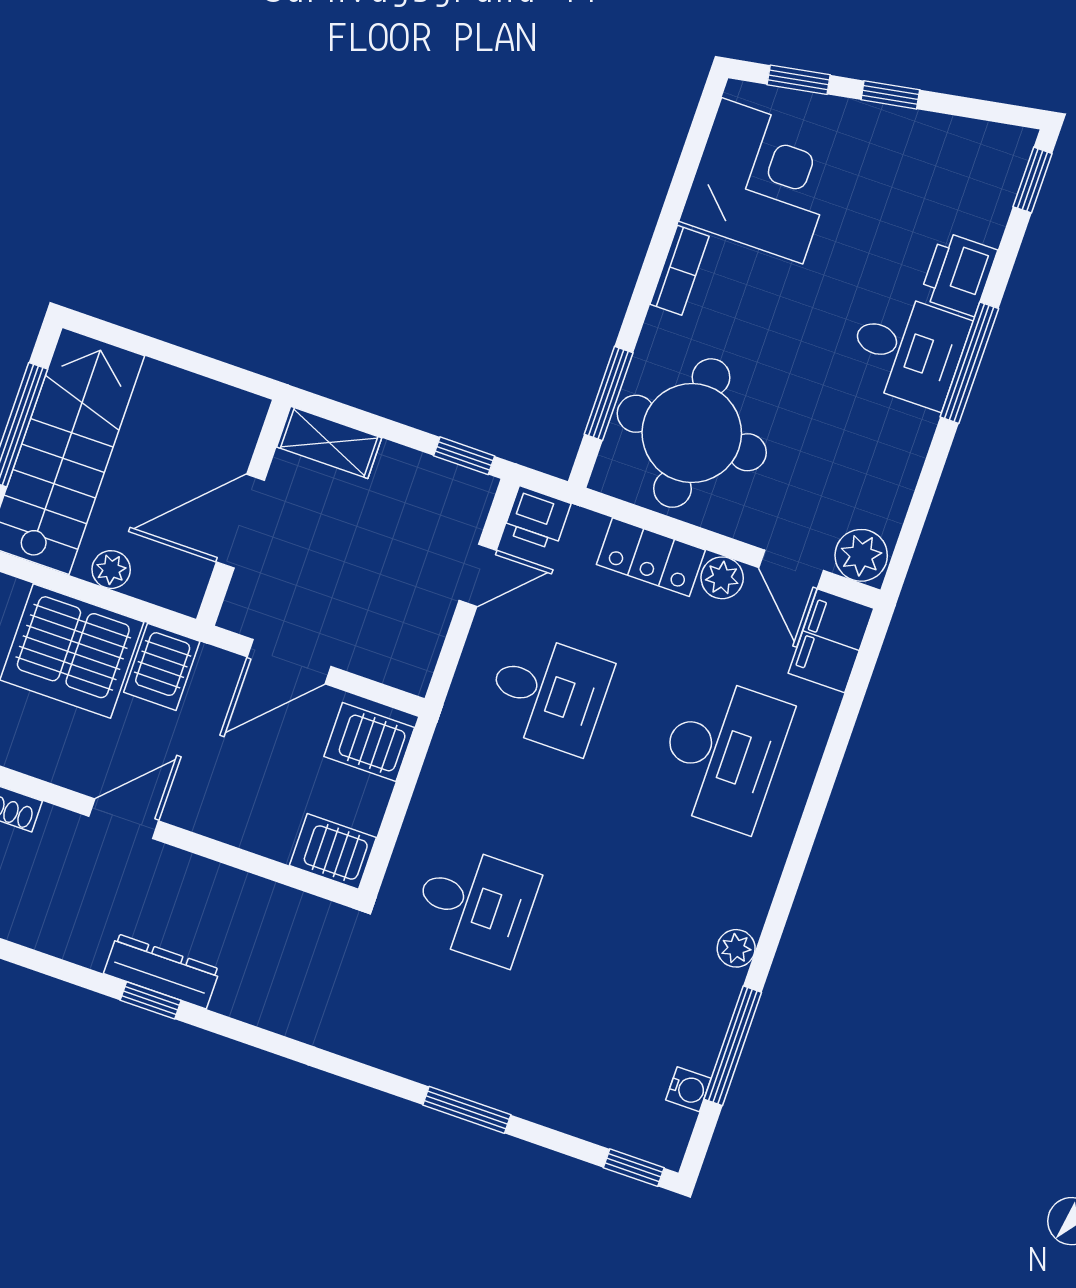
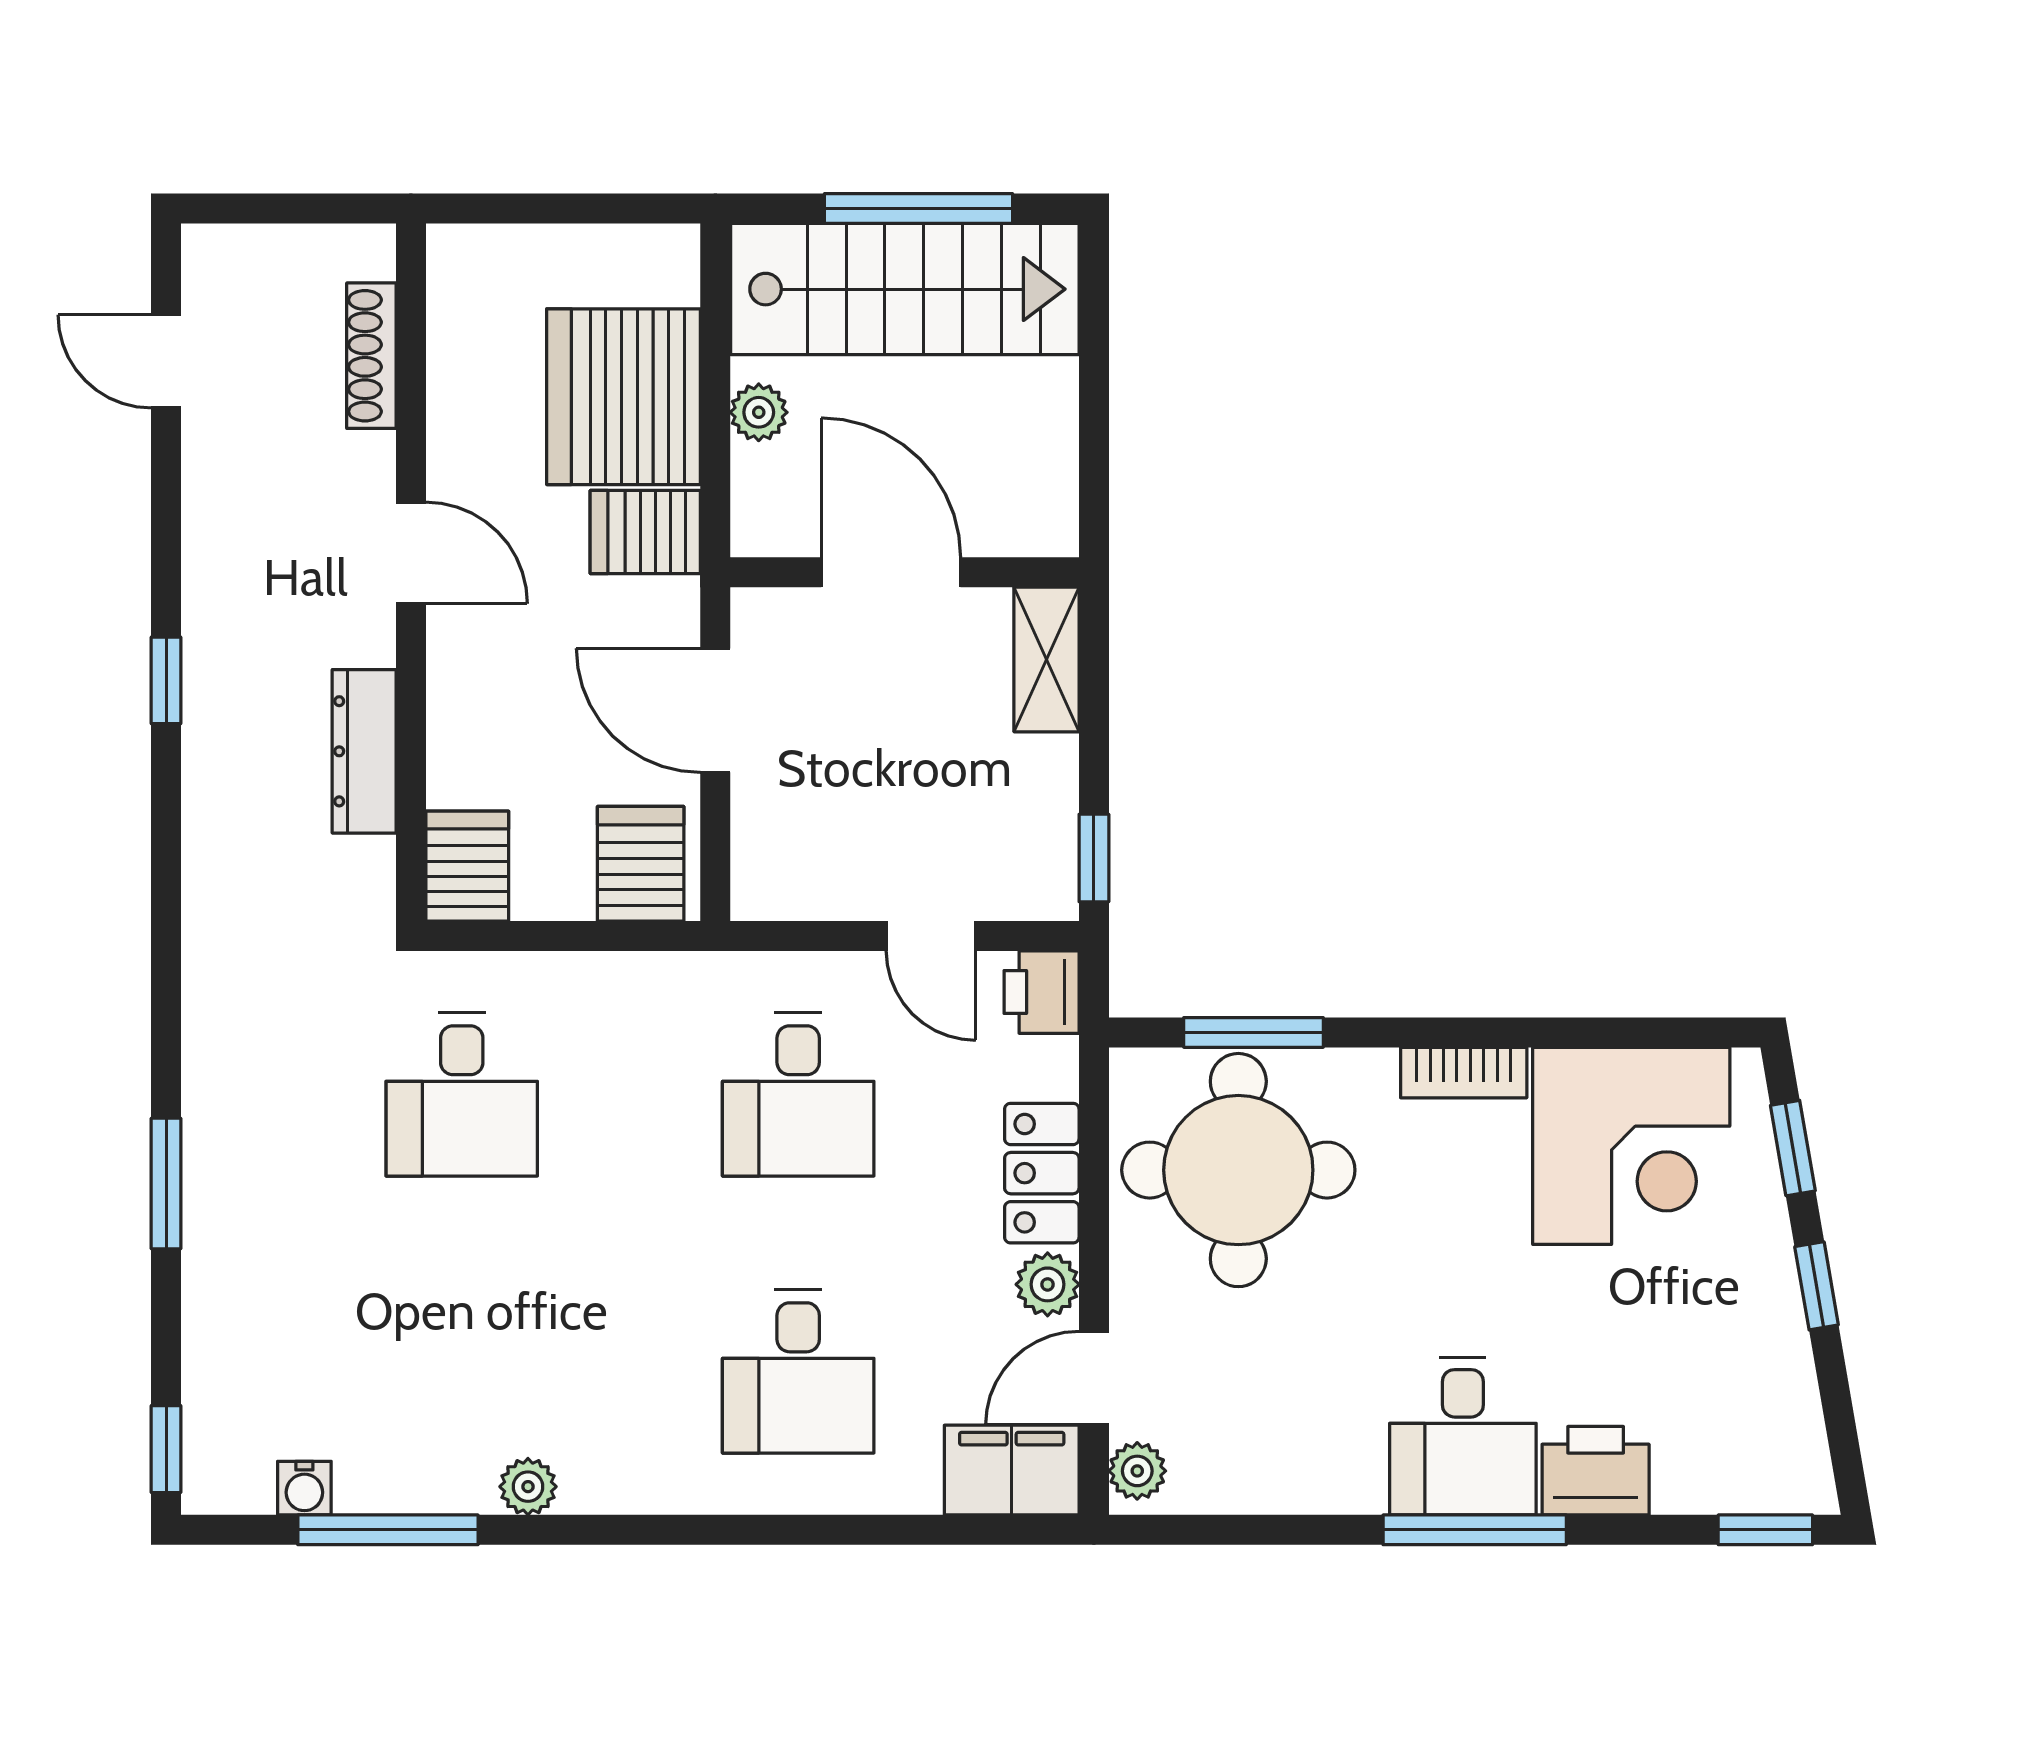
plant: (861, 555) -> (1137, 1471), width x0.73, depth x0.73
desk: (723, 753) -> (798, 1371), width x0.73
dresser: (162, 971) -> (364, 751), moved, turned 180

